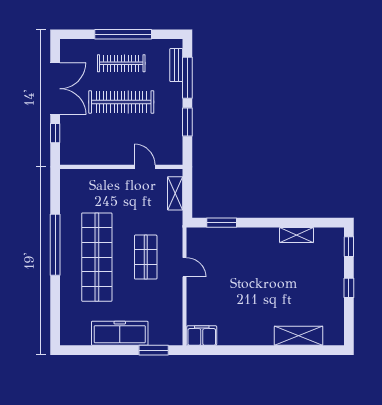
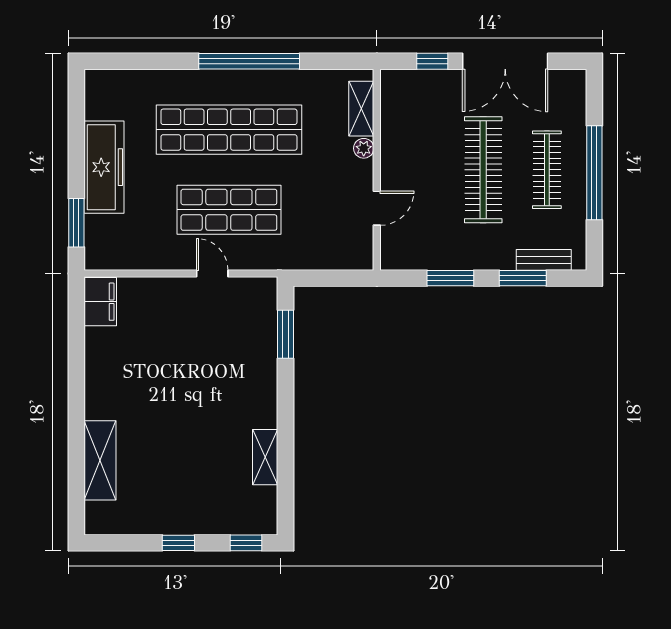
window: (187, 78) -> (523, 278), width x0.69
plant: (108, 175) -> (364, 148), added
shelving: (175, 193) -> (361, 109), moved, turned 90
shop shelf: (146, 257) -> (229, 210), width x1.43, depth x1.36
door: (185, 267) -> (212, 274), swing flipped

